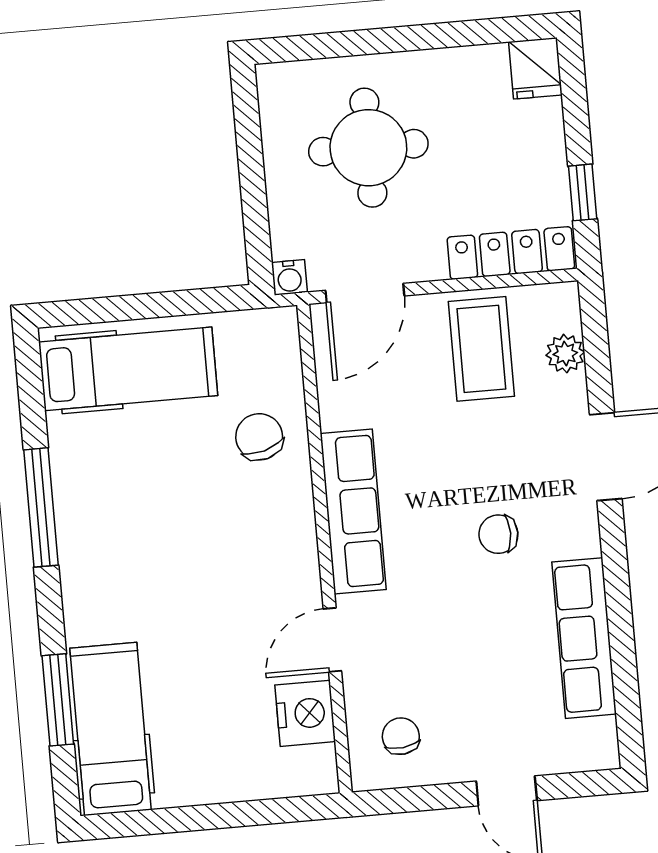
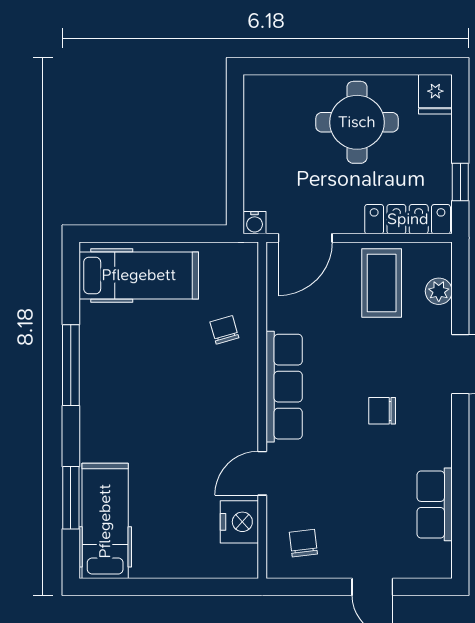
round table: (368, 148) -> (357, 122), moved
chair: (259, 437) -> (224, 330), width x0.73, depth x0.73
row of seats: (584, 638) -> (435, 504), width x0.68

